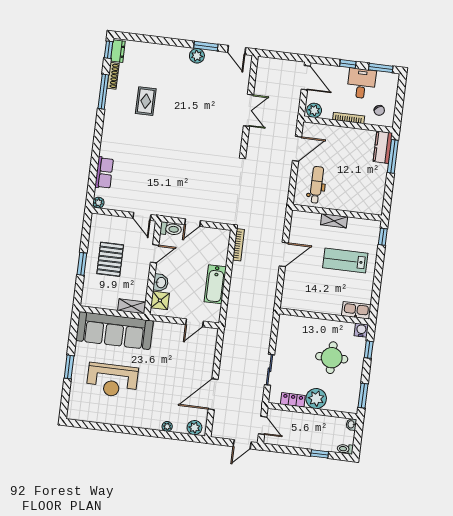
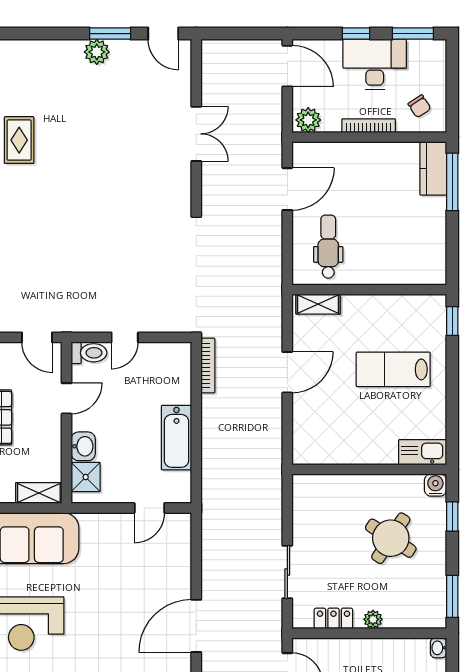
desk: (361, 83) -> (375, 64), width x1.37
shelving: (334, 221) -> (318, 304), moved
round table: (332, 358) -> (391, 538), turned 33
plant: (316, 399) -> (373, 619), width x0.53, depth x0.53

